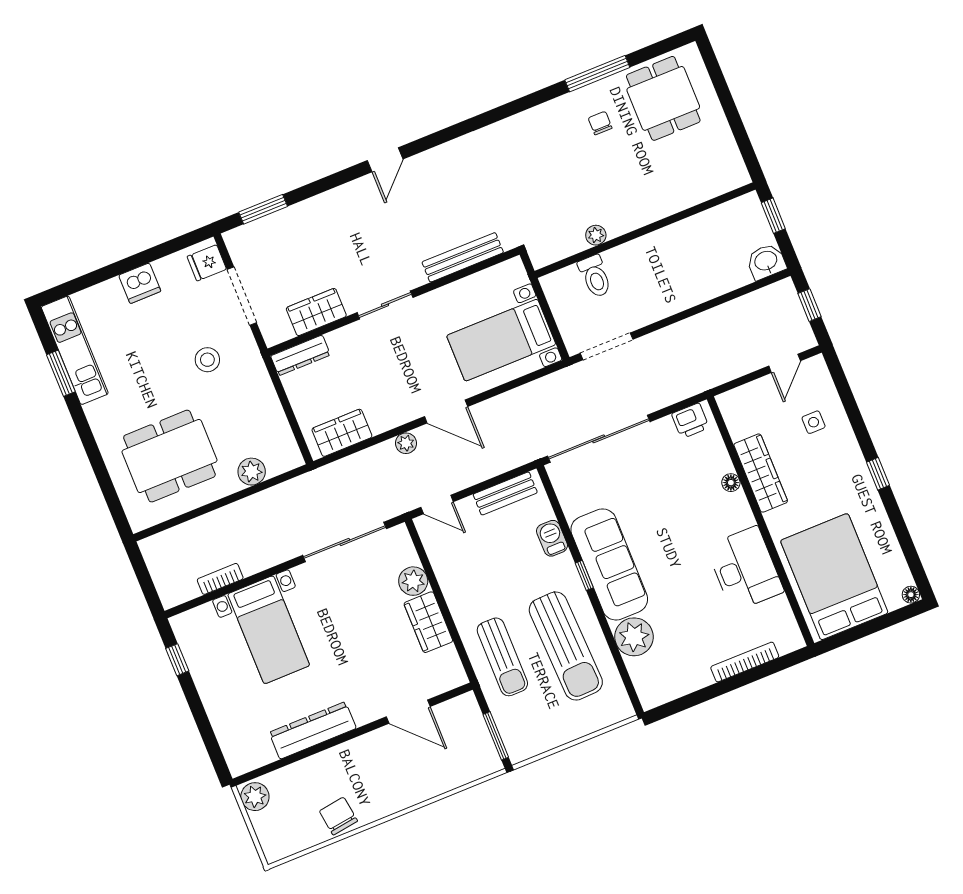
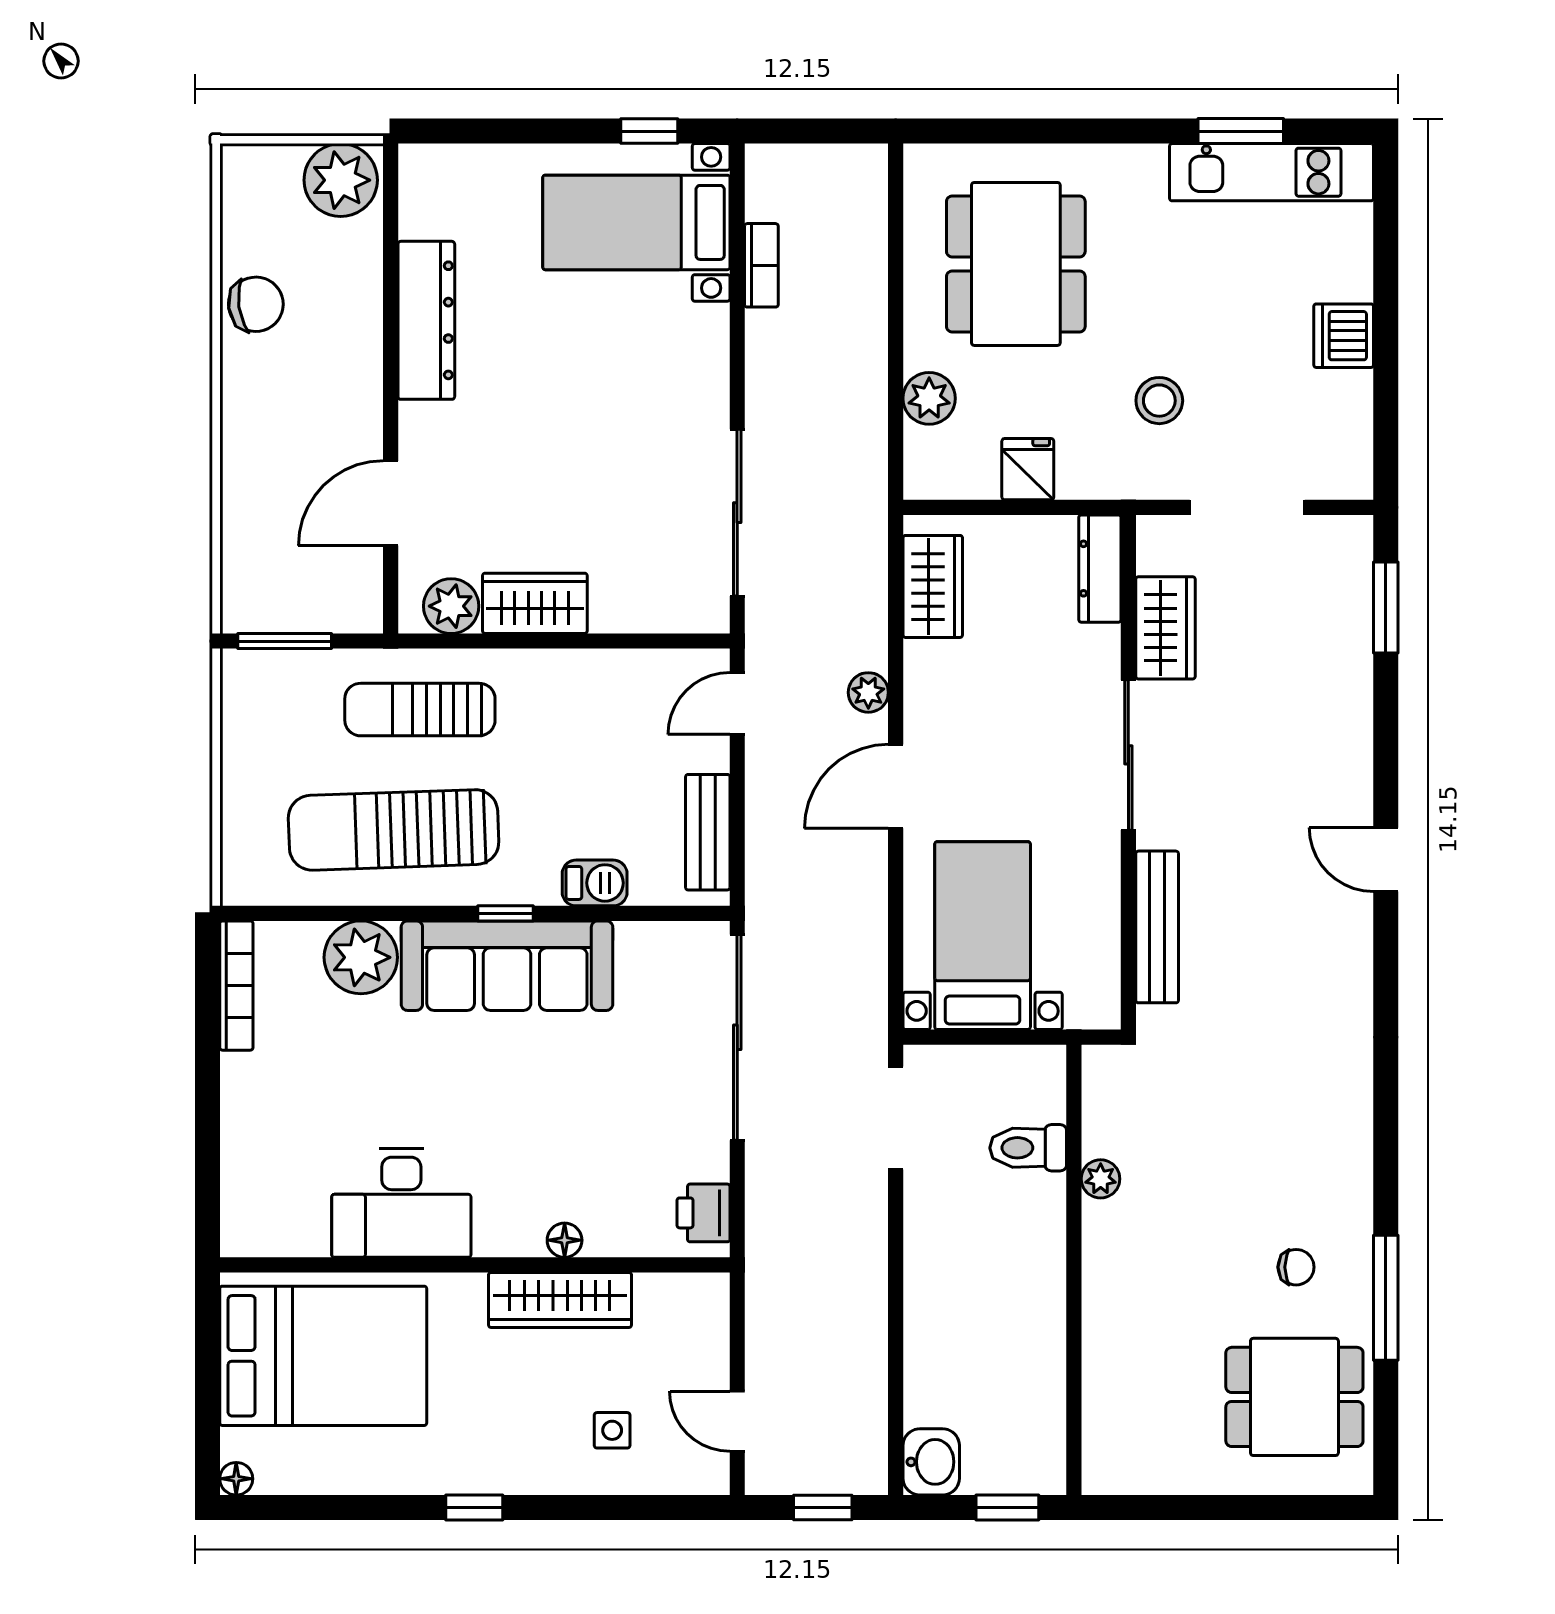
fridge: (207, 263) -> (1028, 469), moved
sliding door: (385, 305) -> (1128, 755), width x1.37
plant: (413, 581) -> (451, 606), moved
bed with nightstands: (269, 630) -> (636, 222), moved
bookcase: (745, 662) -> (236, 986), moved
plant: (255, 797) -> (341, 180), width x1.36, depth x1.36

